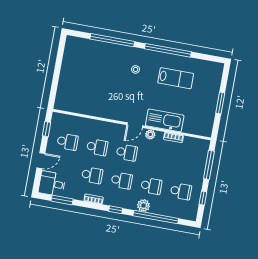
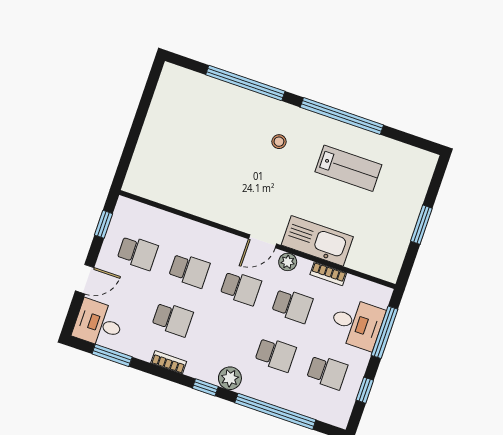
desk: (193, 162) -> (357, 324), added
school desk: (122, 181) -> (292, 306), moved
plant: (143, 205) -> (230, 378), moved

